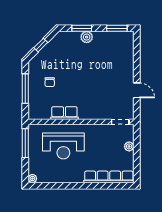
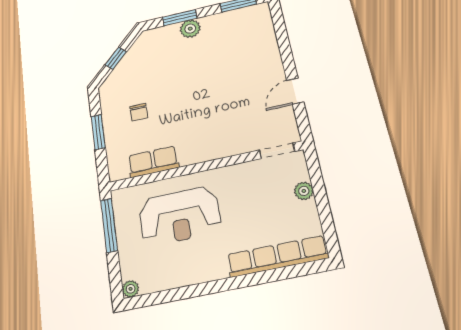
window: (25, 89) -> (98, 132), width x0.69
door: (137, 90) -> (295, 91), swing flipped
row of seats: (64, 113) -> (153, 162), moved

